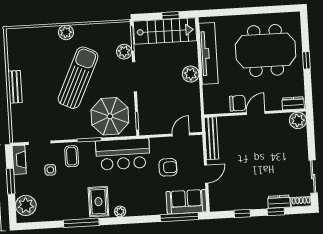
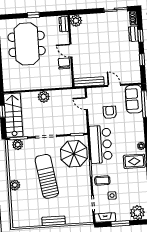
plant: (124, 52) -> (18, 145), moved
tv unit: (208, 53) -> (29, 84), removed
sun lounger: (78, 78) -> (47, 176), turned 56

